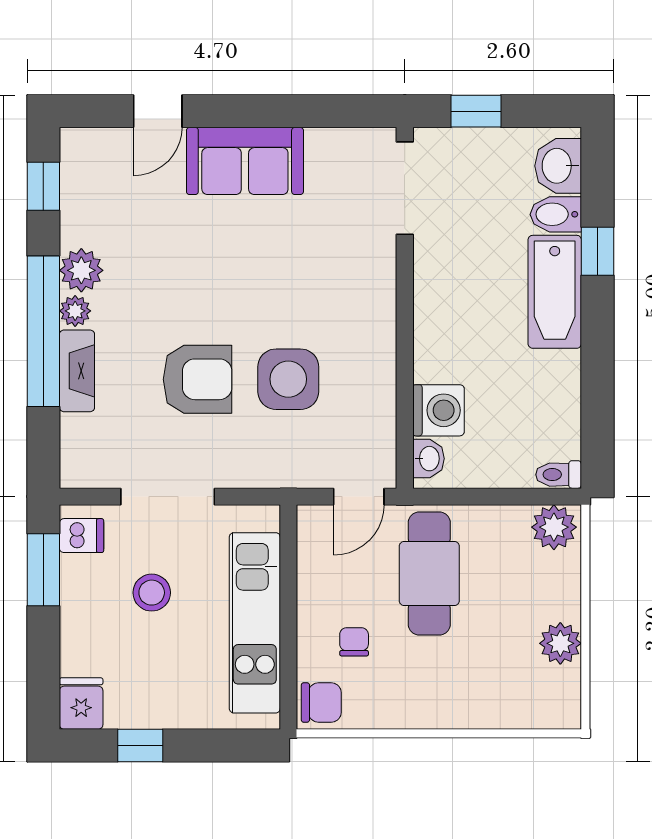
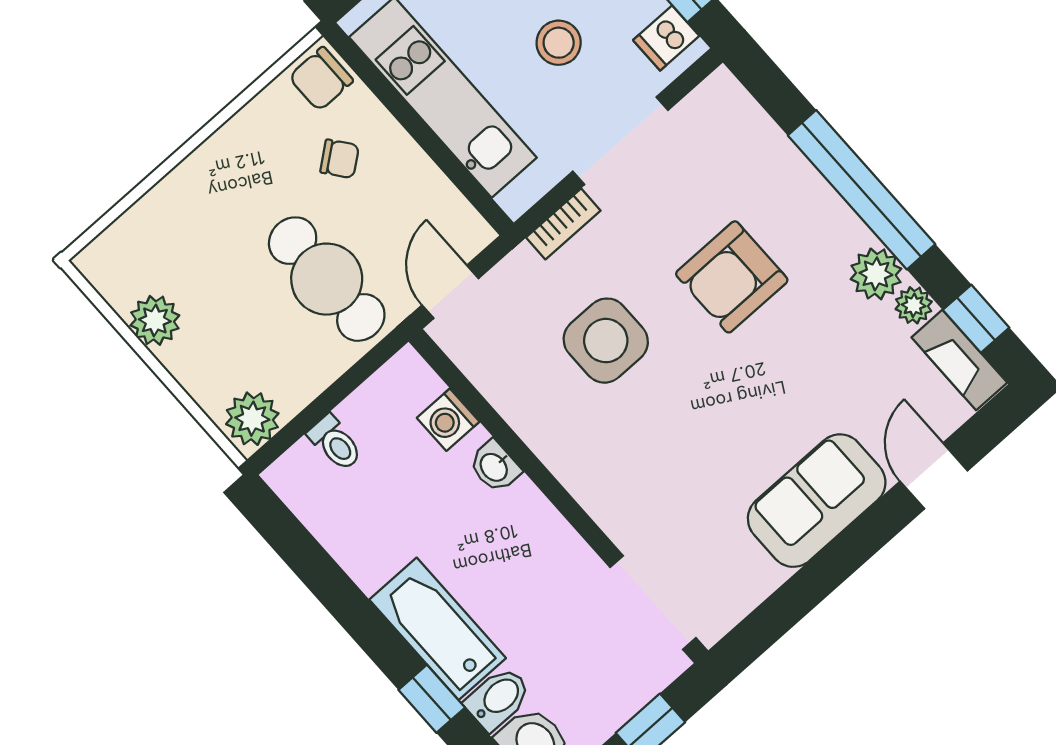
plant: (75, 311) -> (914, 305), moved
fireplace: (77, 371) -> (959, 360), moved
armchair: (198, 379) -> (732, 277), moved
washing machine: (439, 410) -> (448, 420), width x0.73, depth x0.73
washbasin: (428, 459) -> (495, 467), moved
toilet: (559, 475) -> (335, 443), moved, turned 90
bookcase: (250, 476) -> (563, 224), added
chair: (354, 642) -> (340, 159), turned -38

